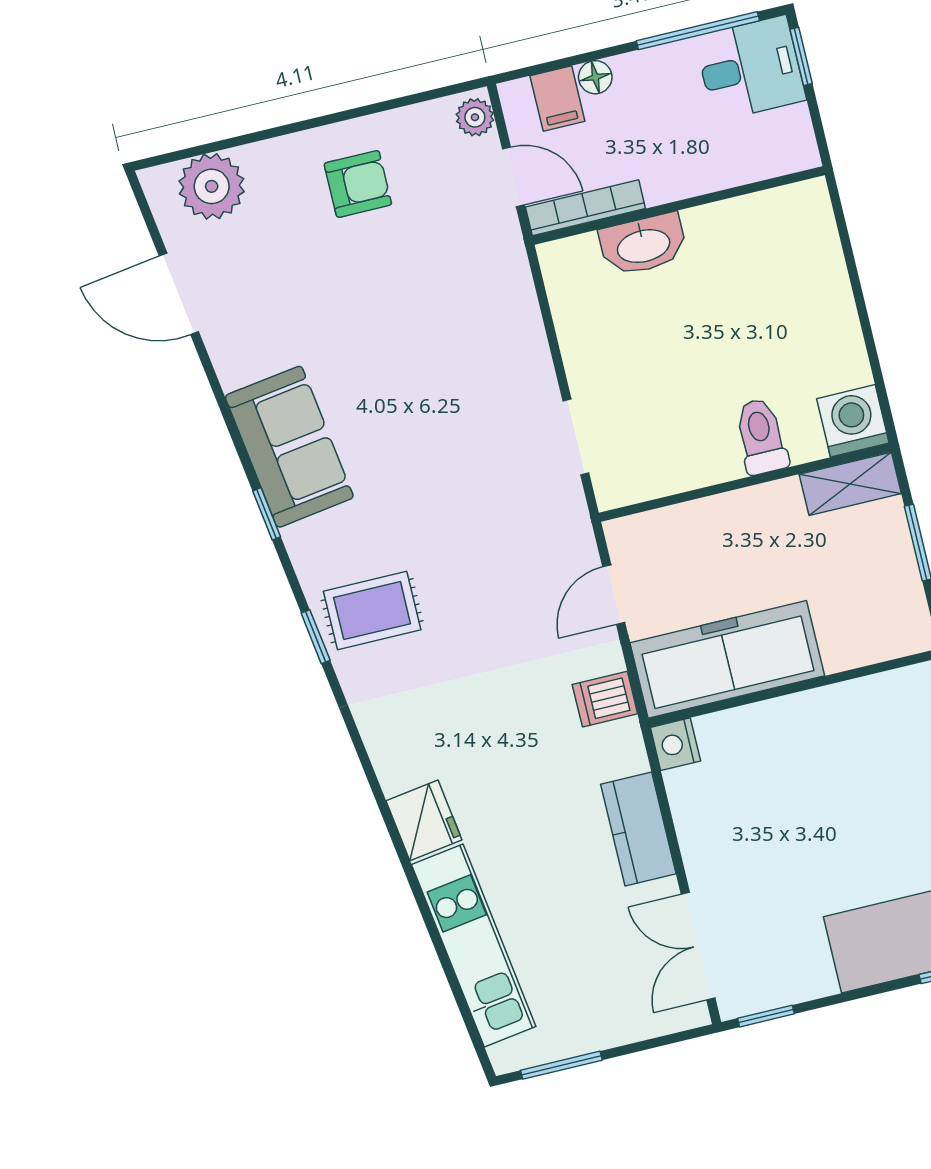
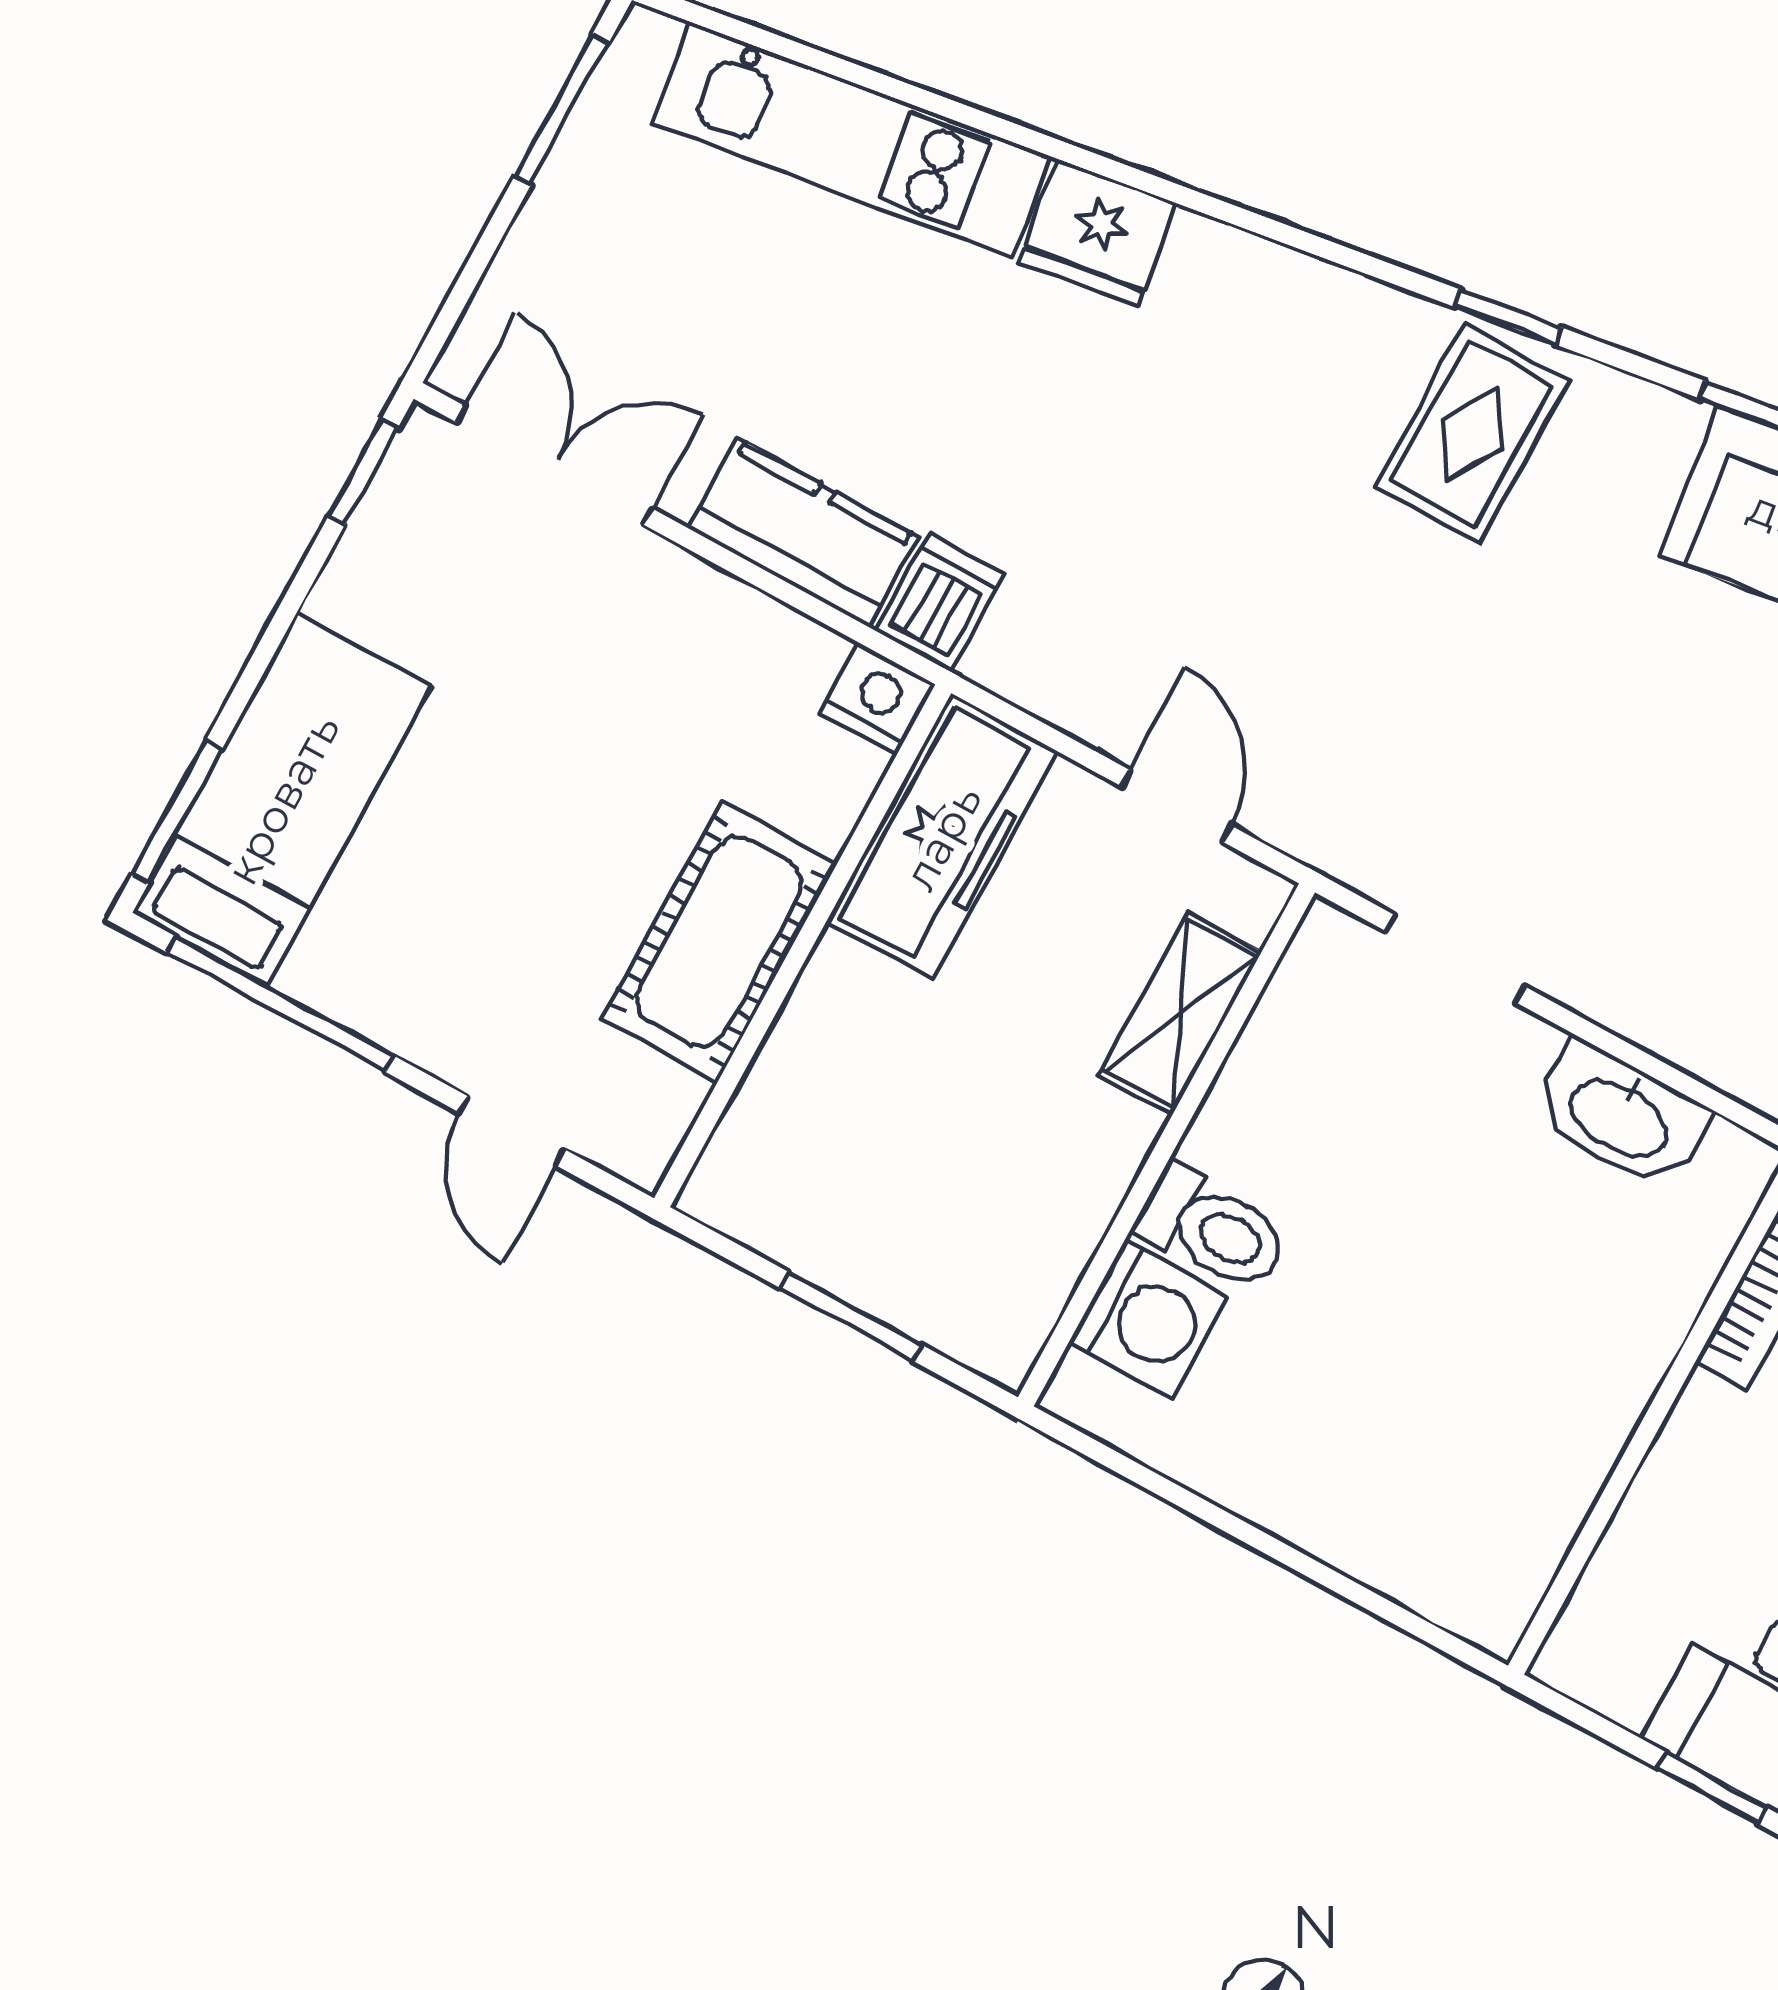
washbasin: (643, 245) -> (1620, 1116), moved, turned -90
washing machine: (853, 421) -> (1149, 1319), moved
shelving: (850, 484) -> (1180, 1013), moved
freezer: (727, 659) -> (942, 837), width x0.73, depth x0.79
dishwasher: (605, 699) -> (940, 603), moved
cot: (821, 721) -> (719, 942), added

